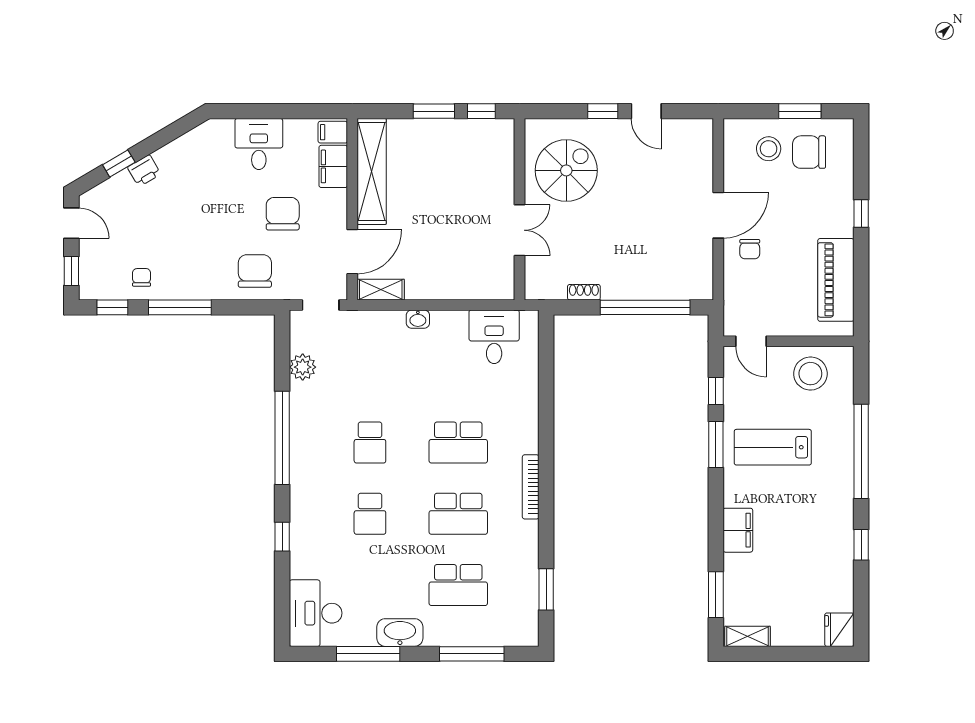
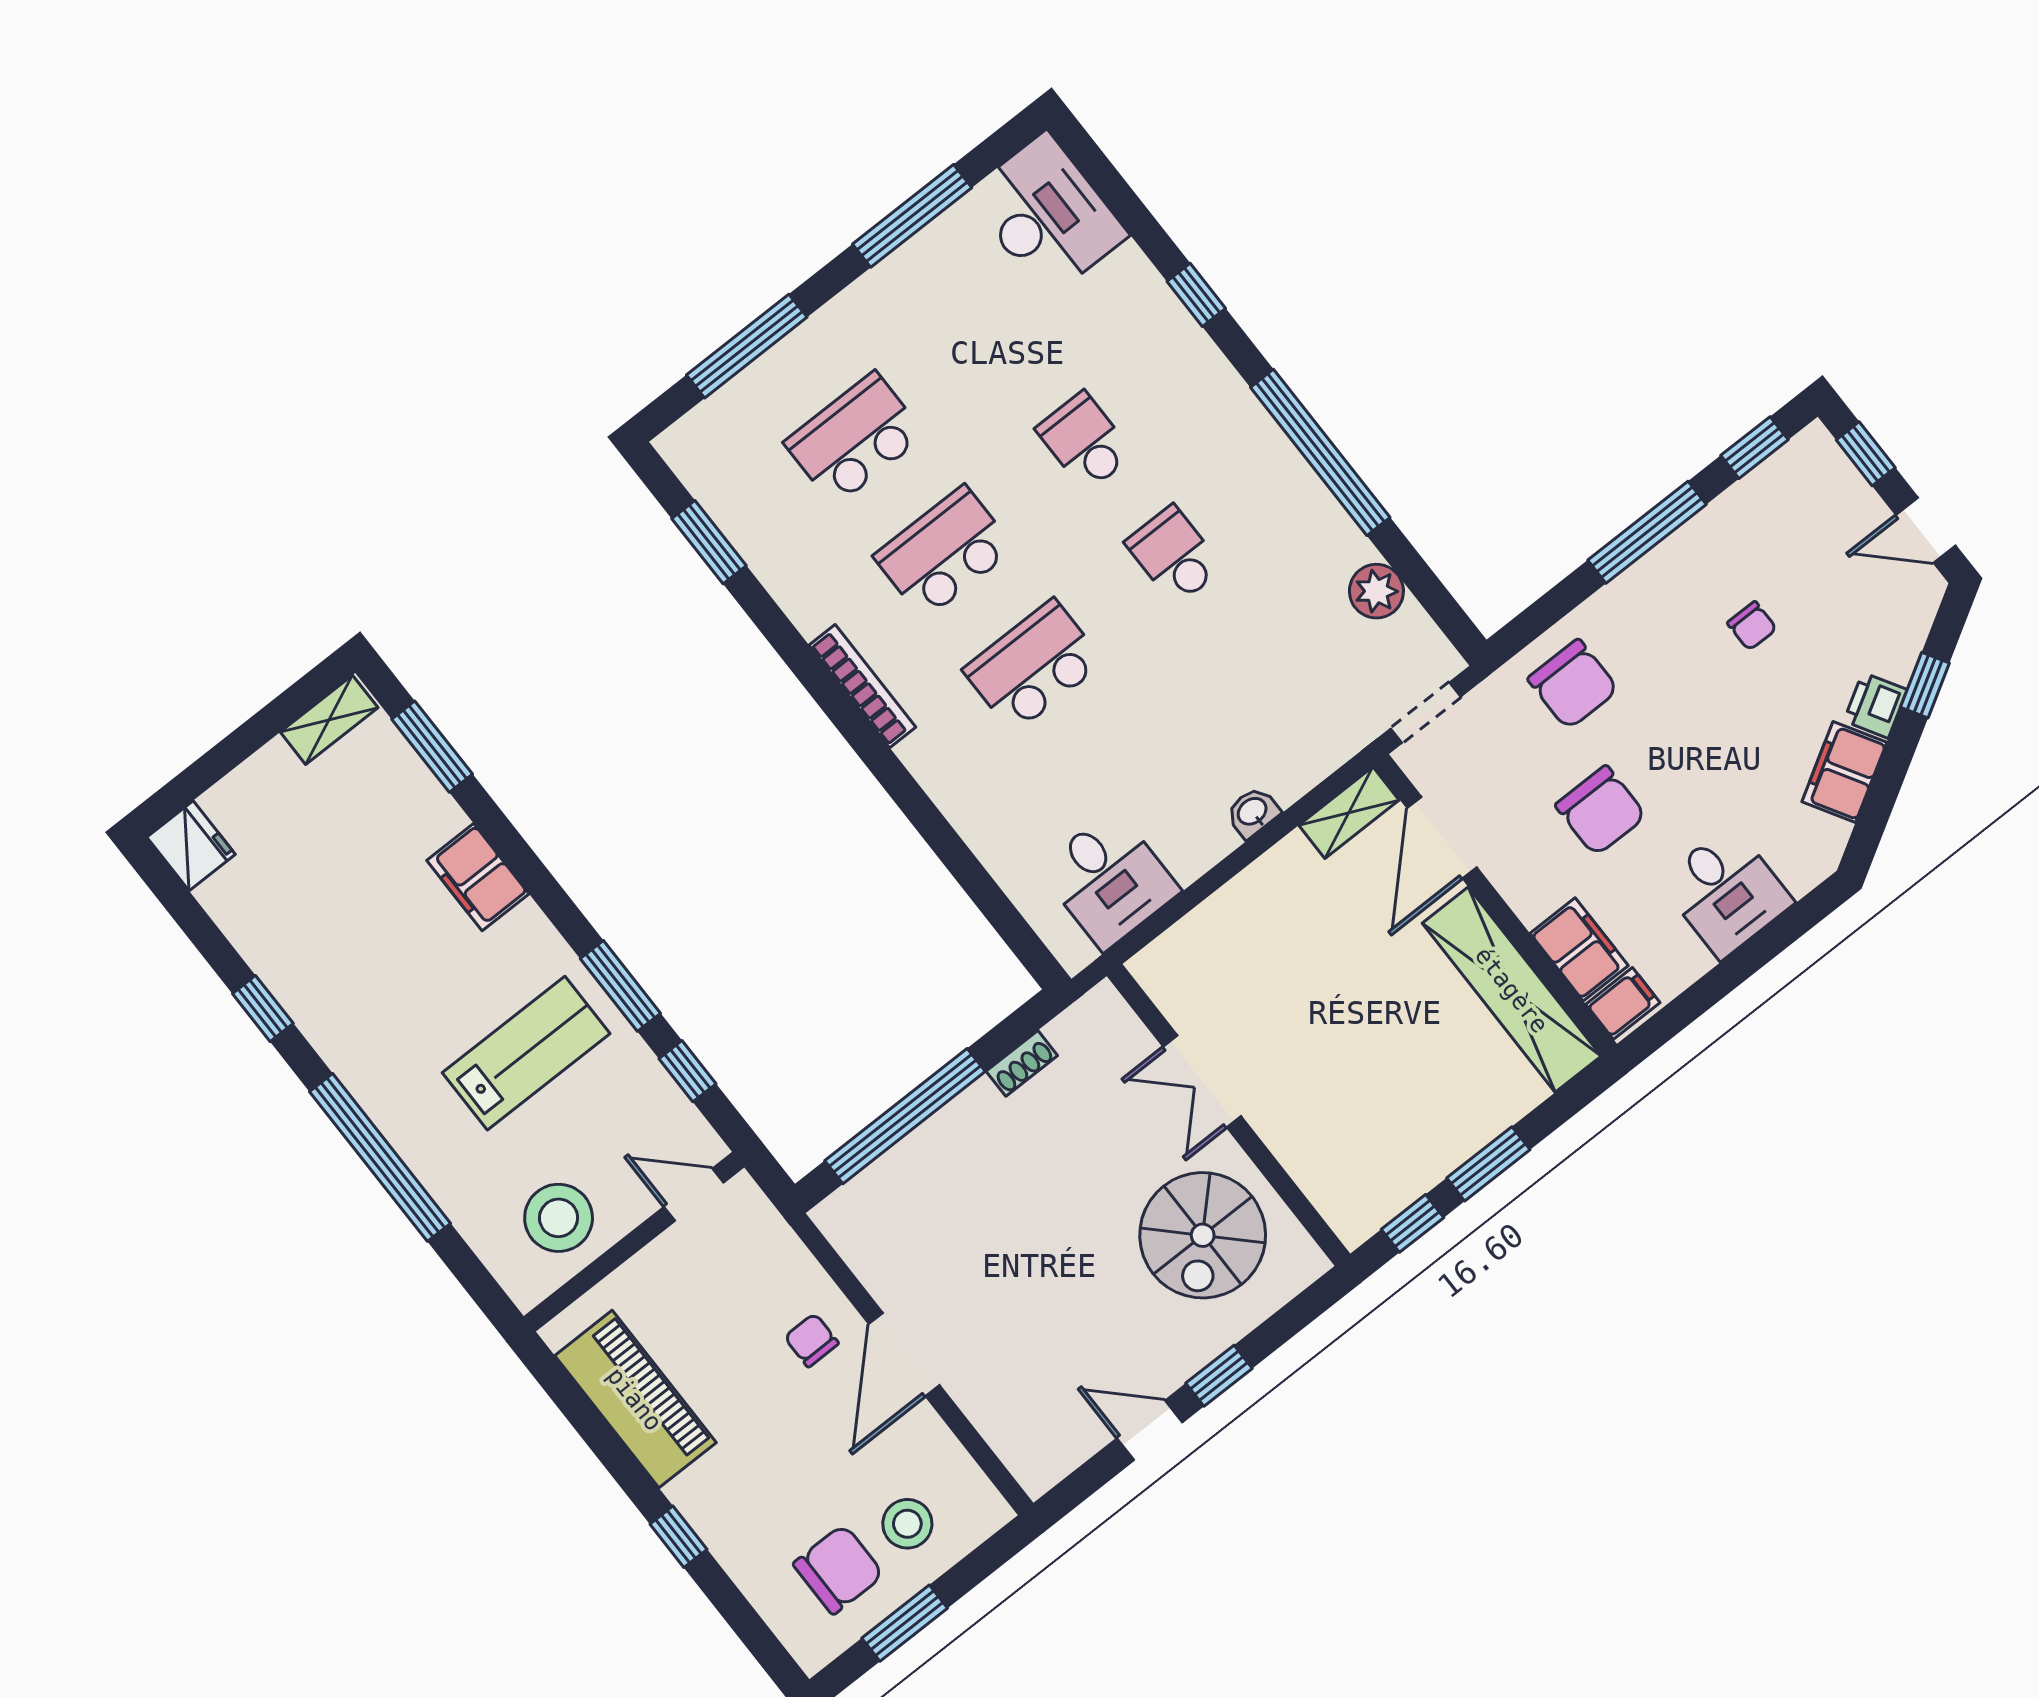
filing cabinet: (177, 154) -> (1844, 772), added
chair: (142, 277) -> (1752, 626), moved
washbasin: (400, 633) -> (888, 290), removed

